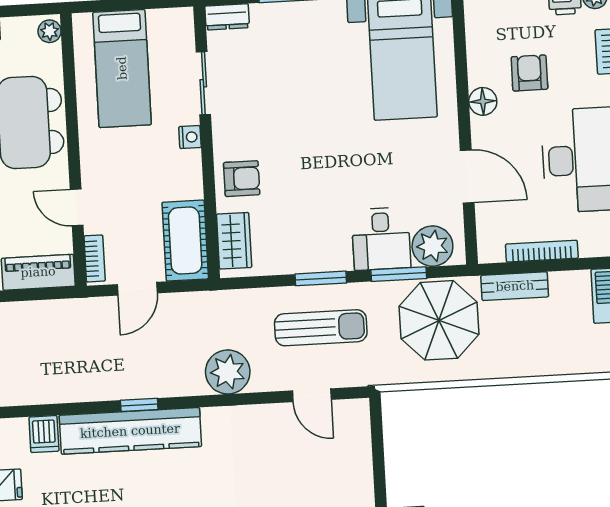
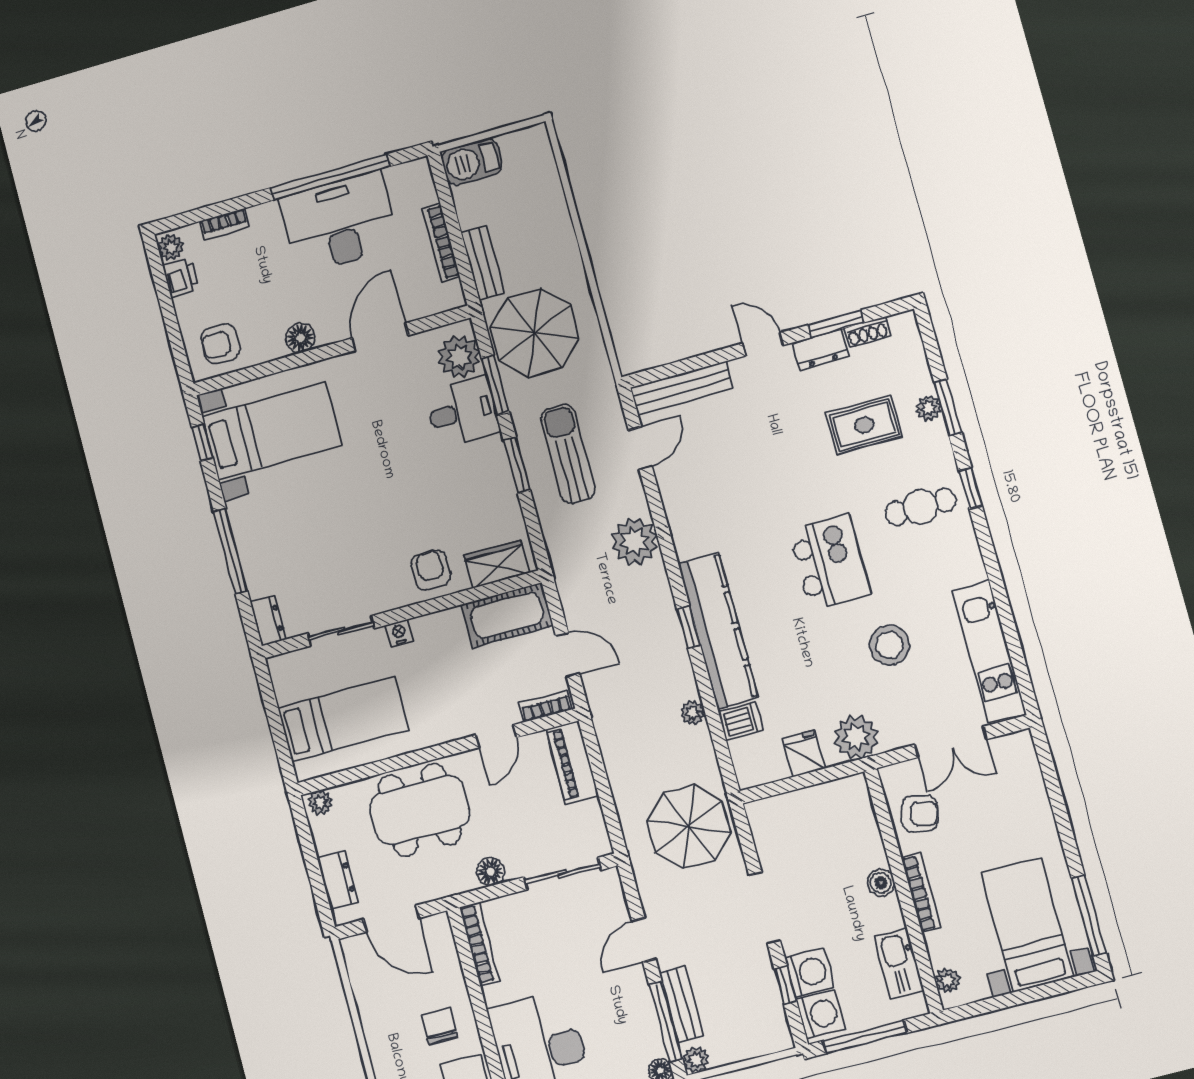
armchair: (529, 73) -> (221, 344), moved
plant: (61, 392) -> (693, 713), added
bench: (359, 445) -> (682, 388), added

